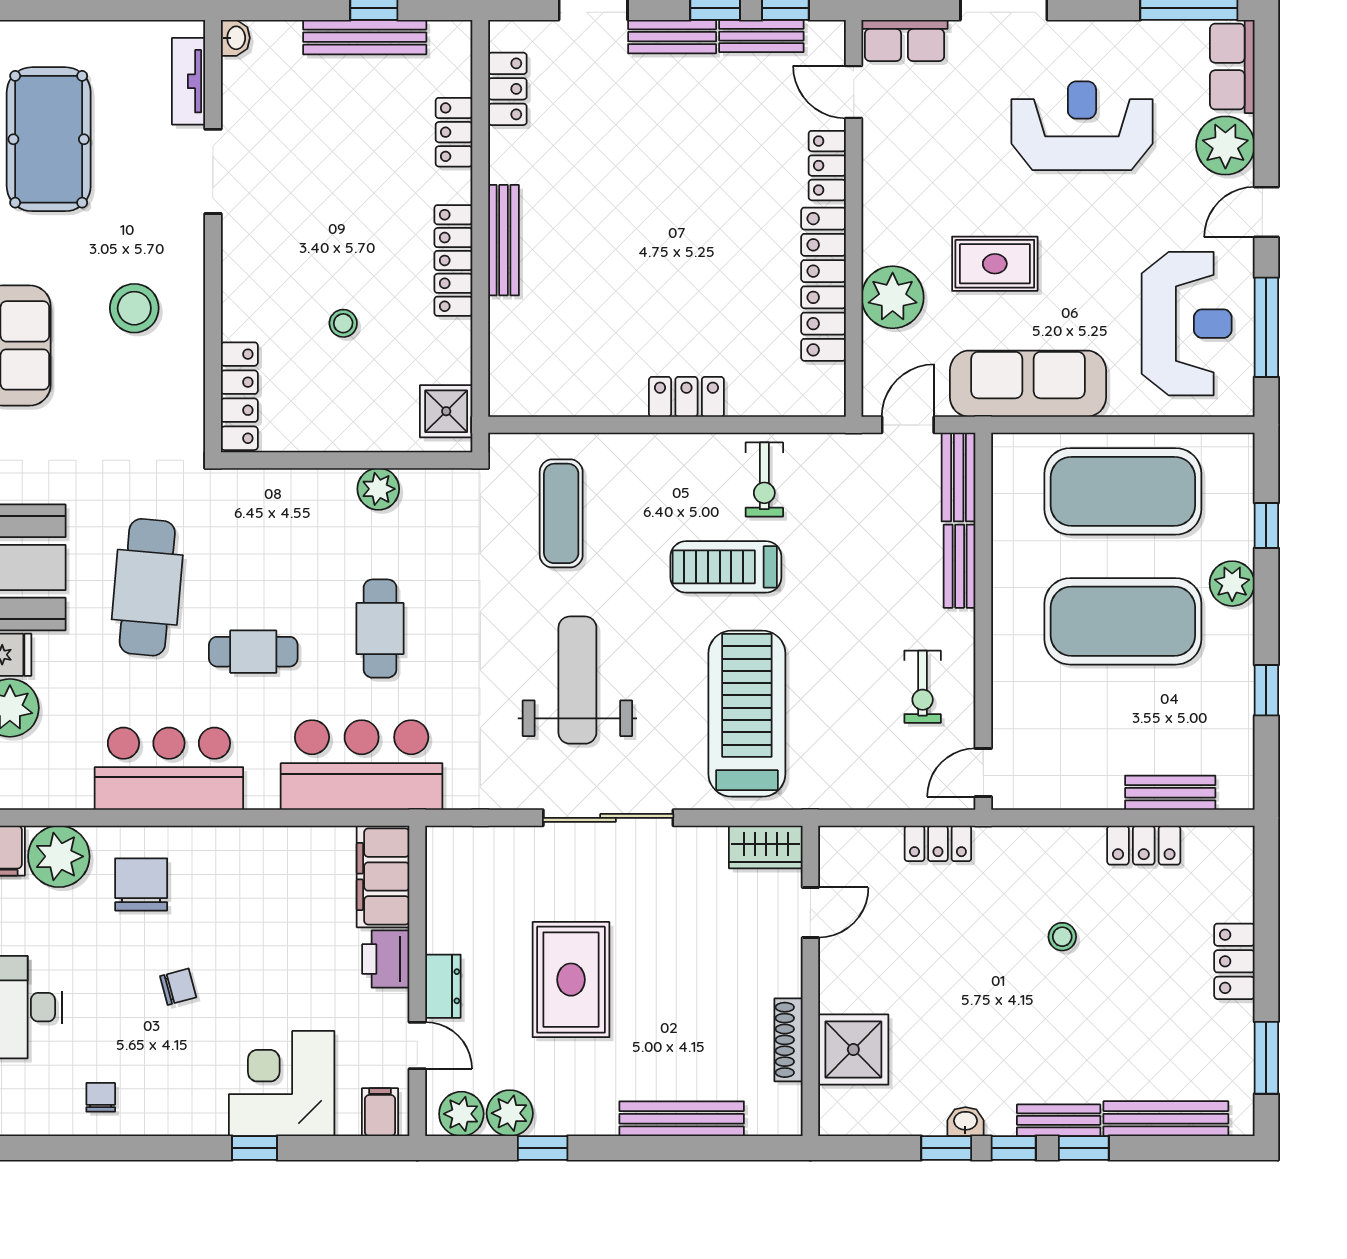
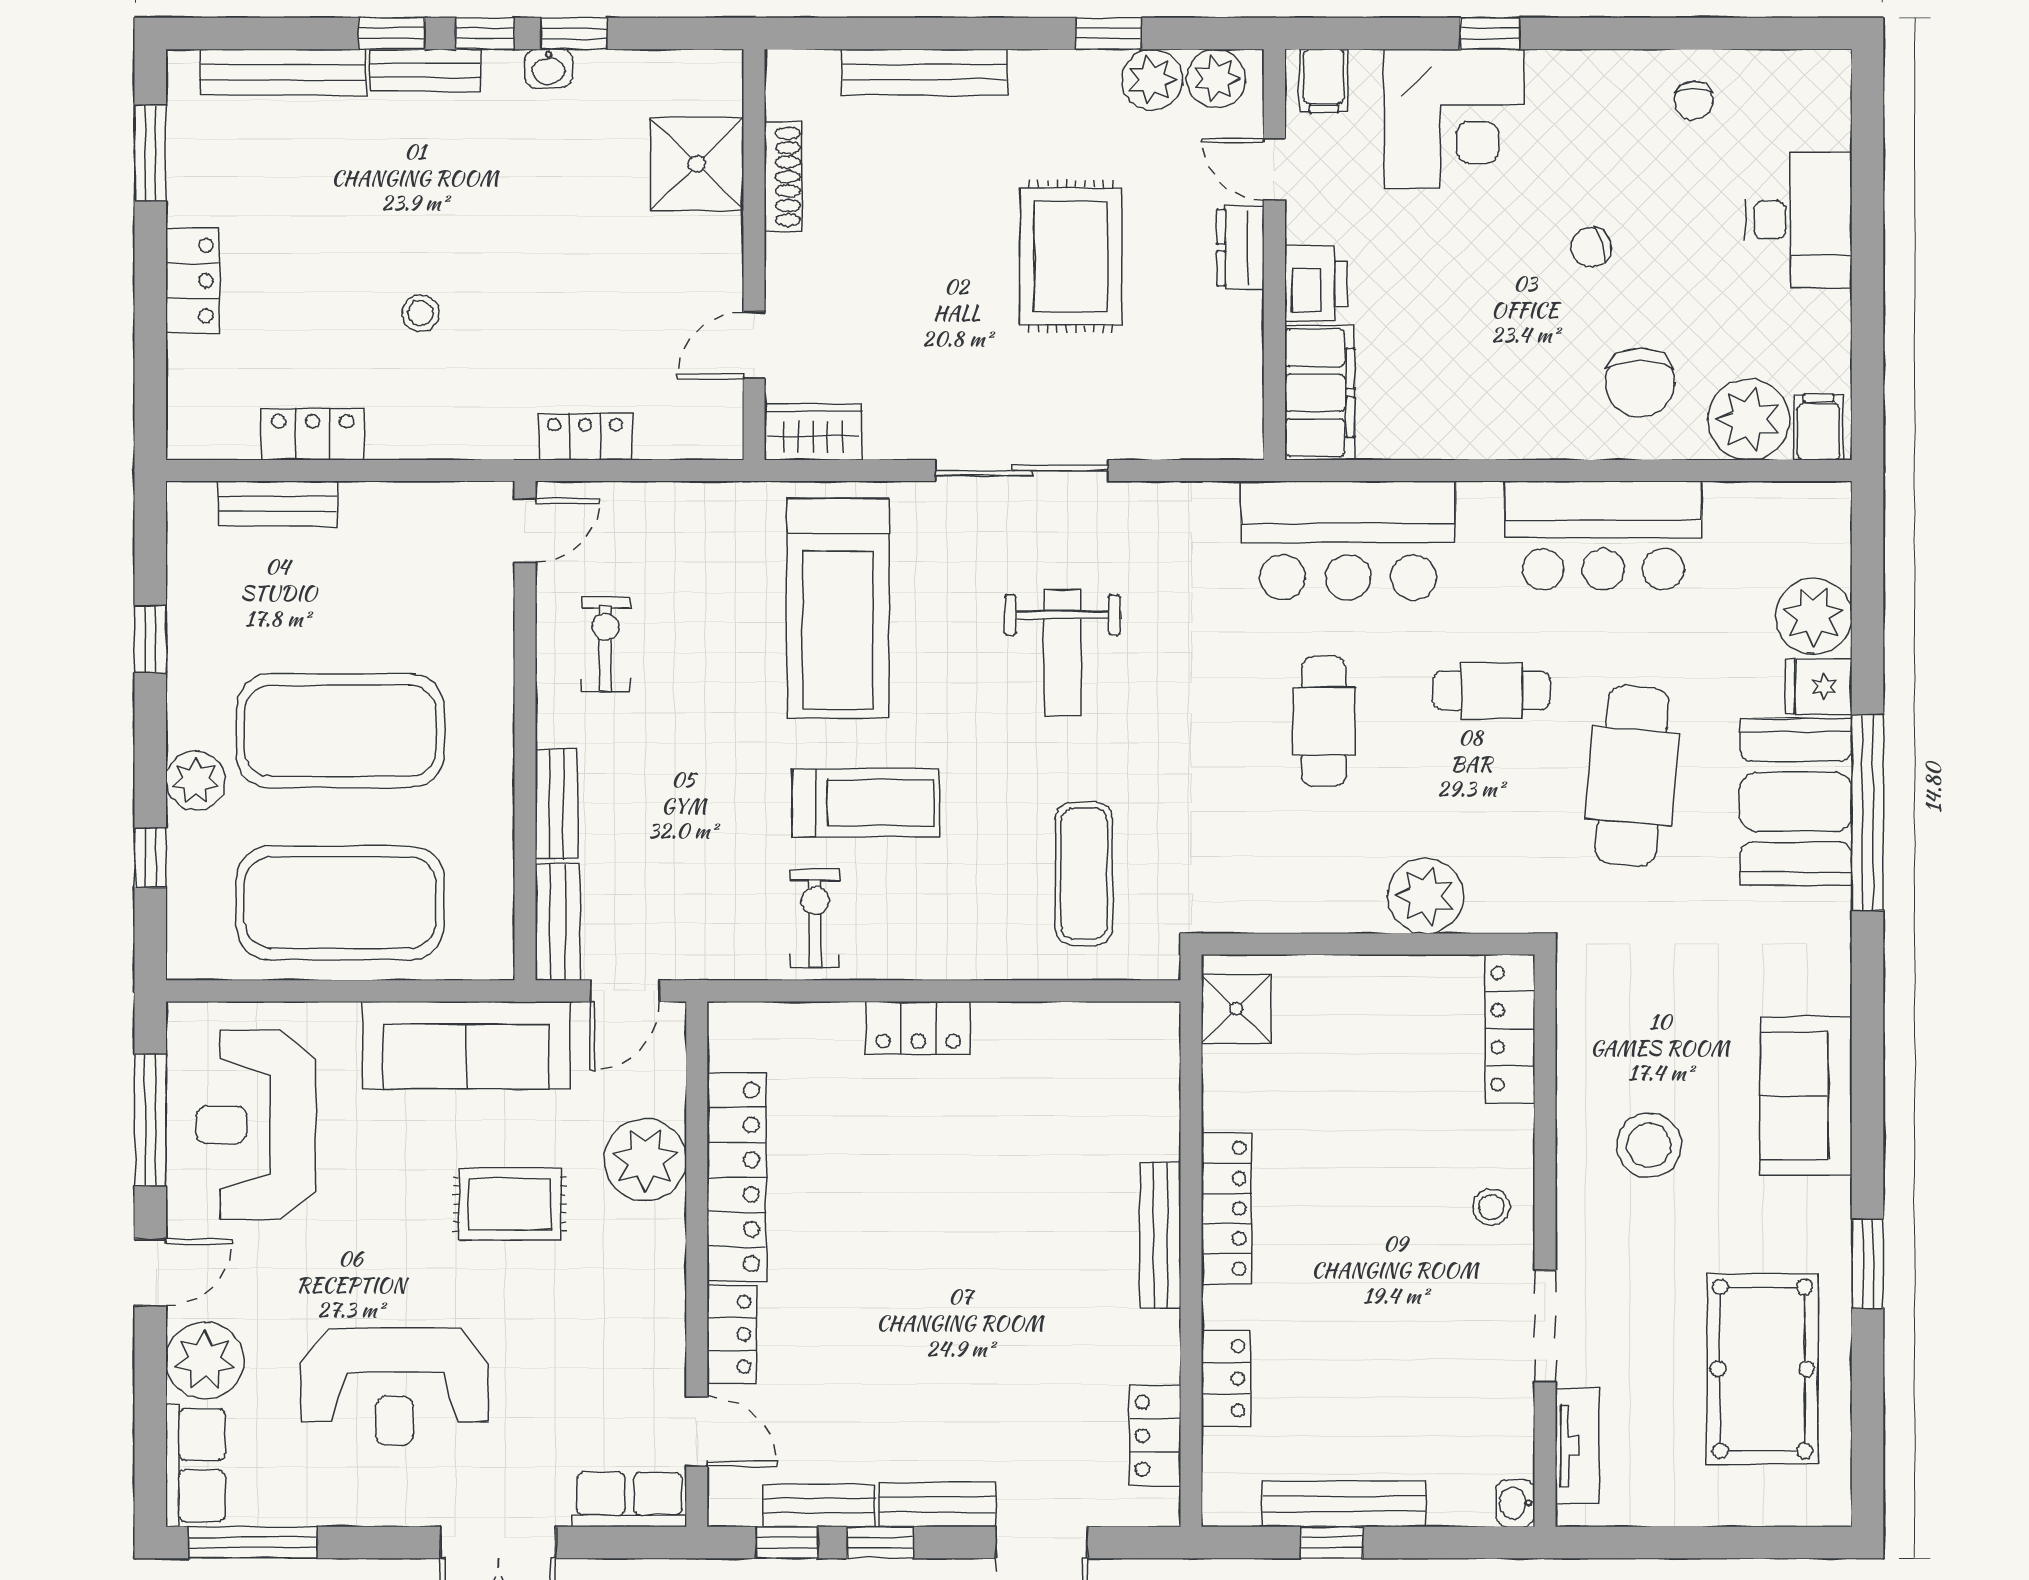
stool: (343, 323) -> (1491, 1207), moved
plant: (378, 489) -> (1426, 896), moved, width x1.36, depth x1.36
weight bench: (577, 680) -> (1062, 653), width x0.73, depth x0.75

